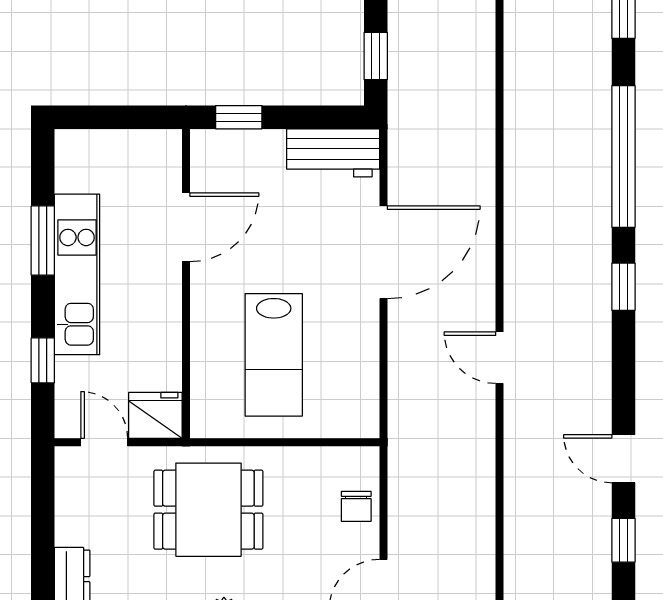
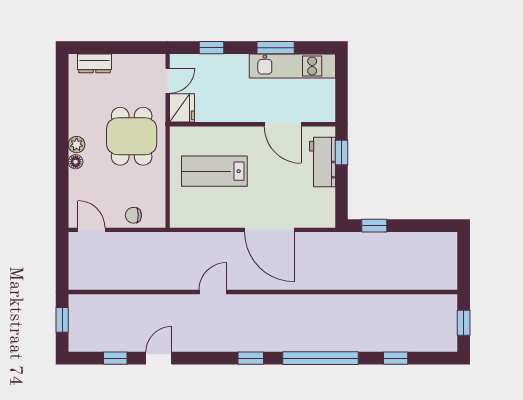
workbench: (333, 153) -> (322, 162), moved
kitchen unit: (77, 274) -> (292, 66), moved

